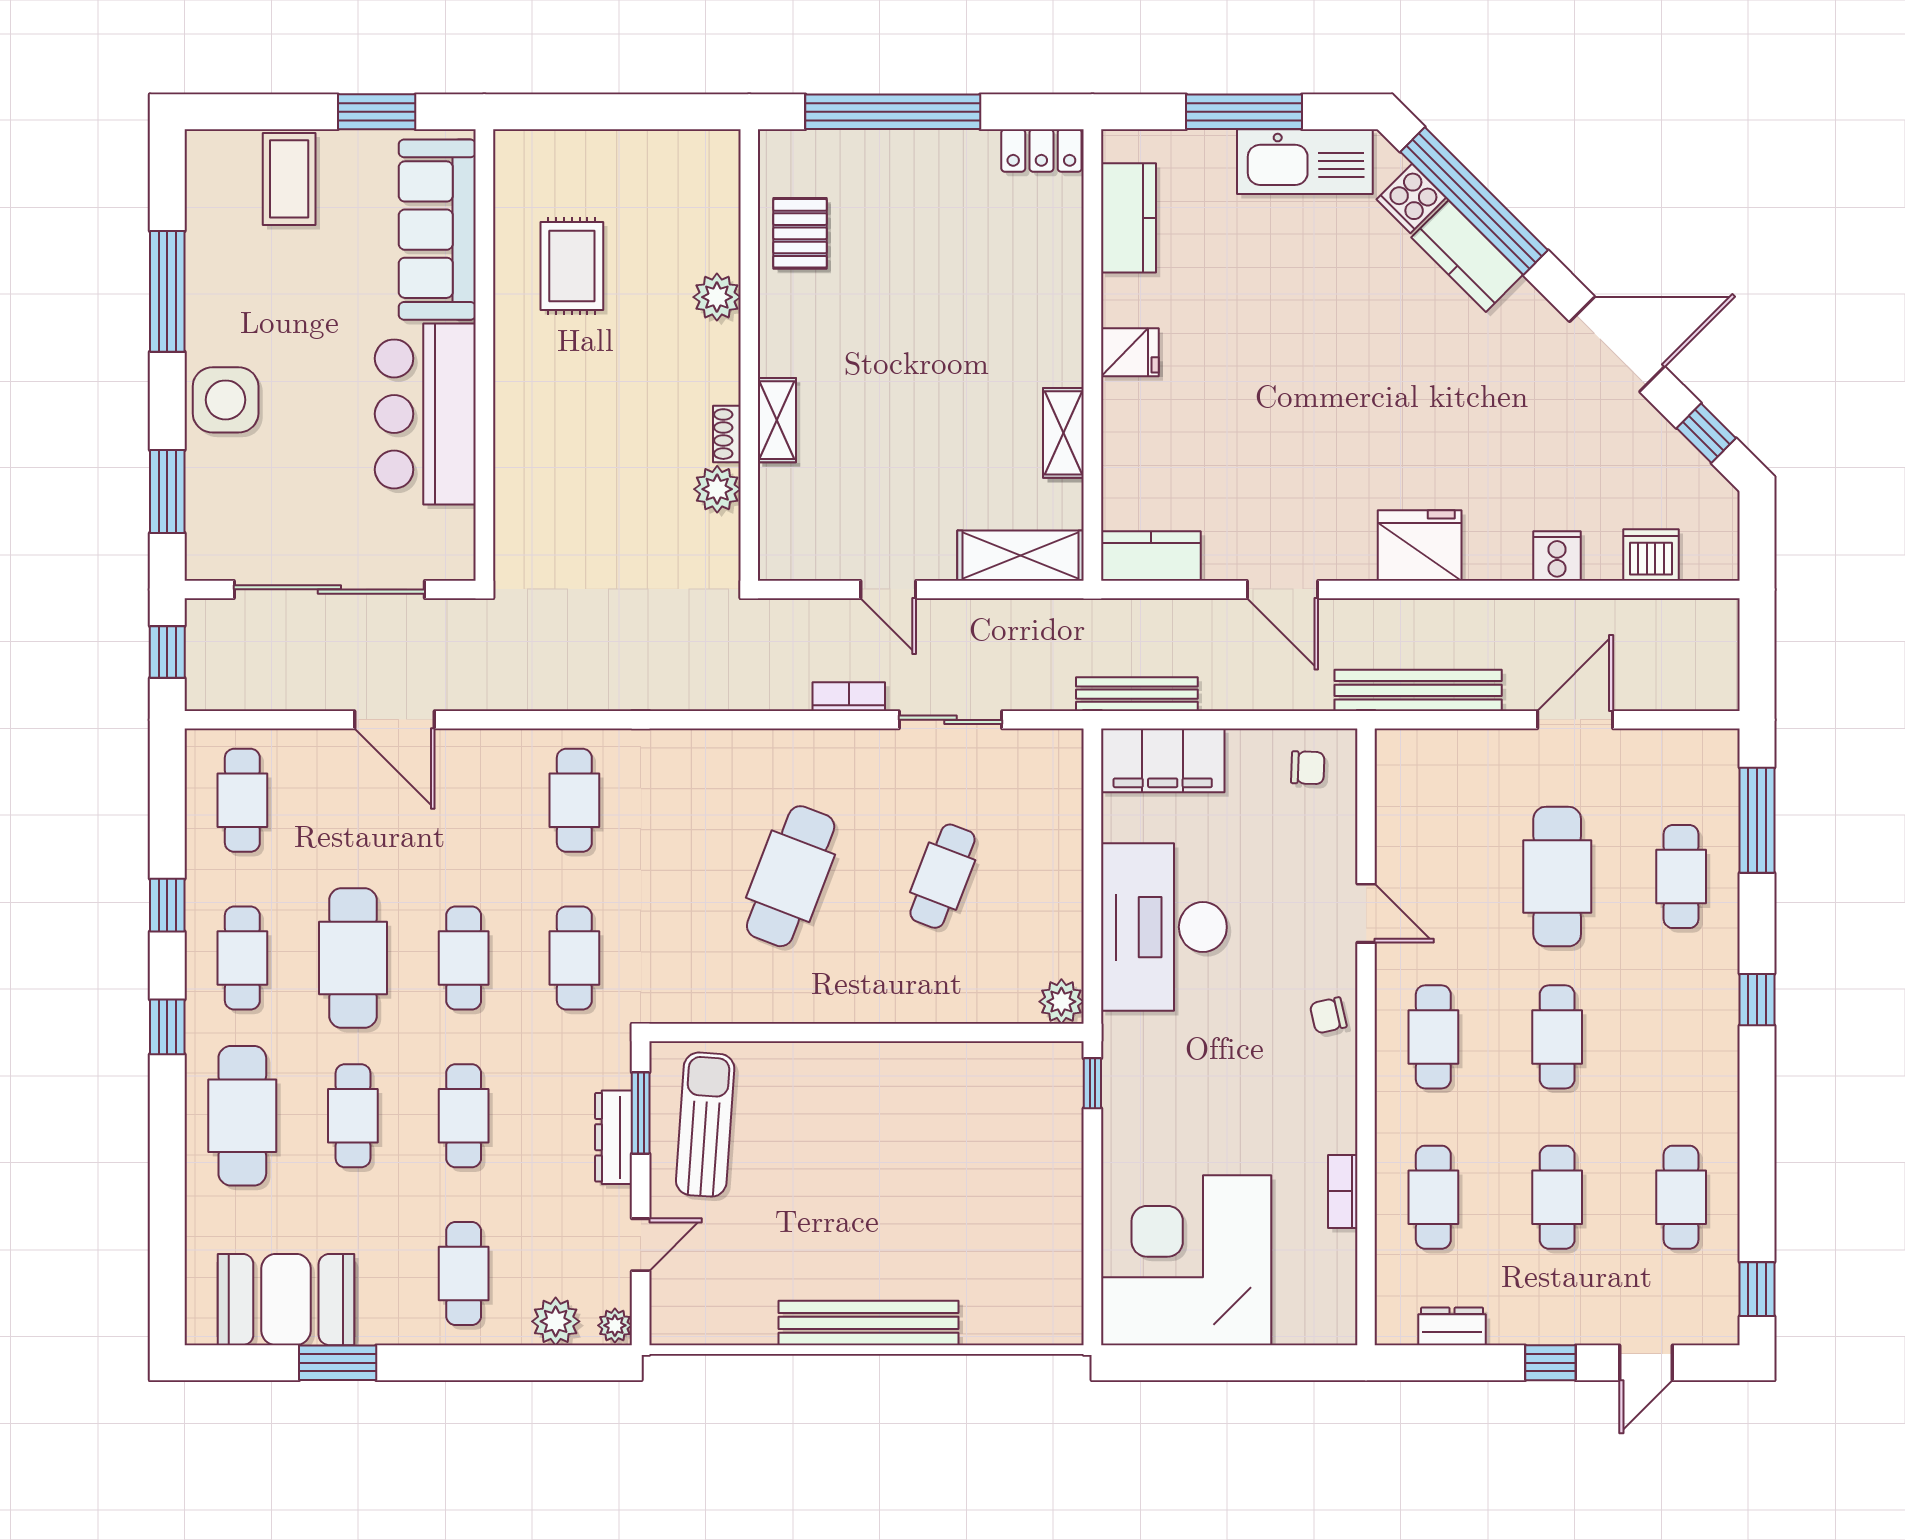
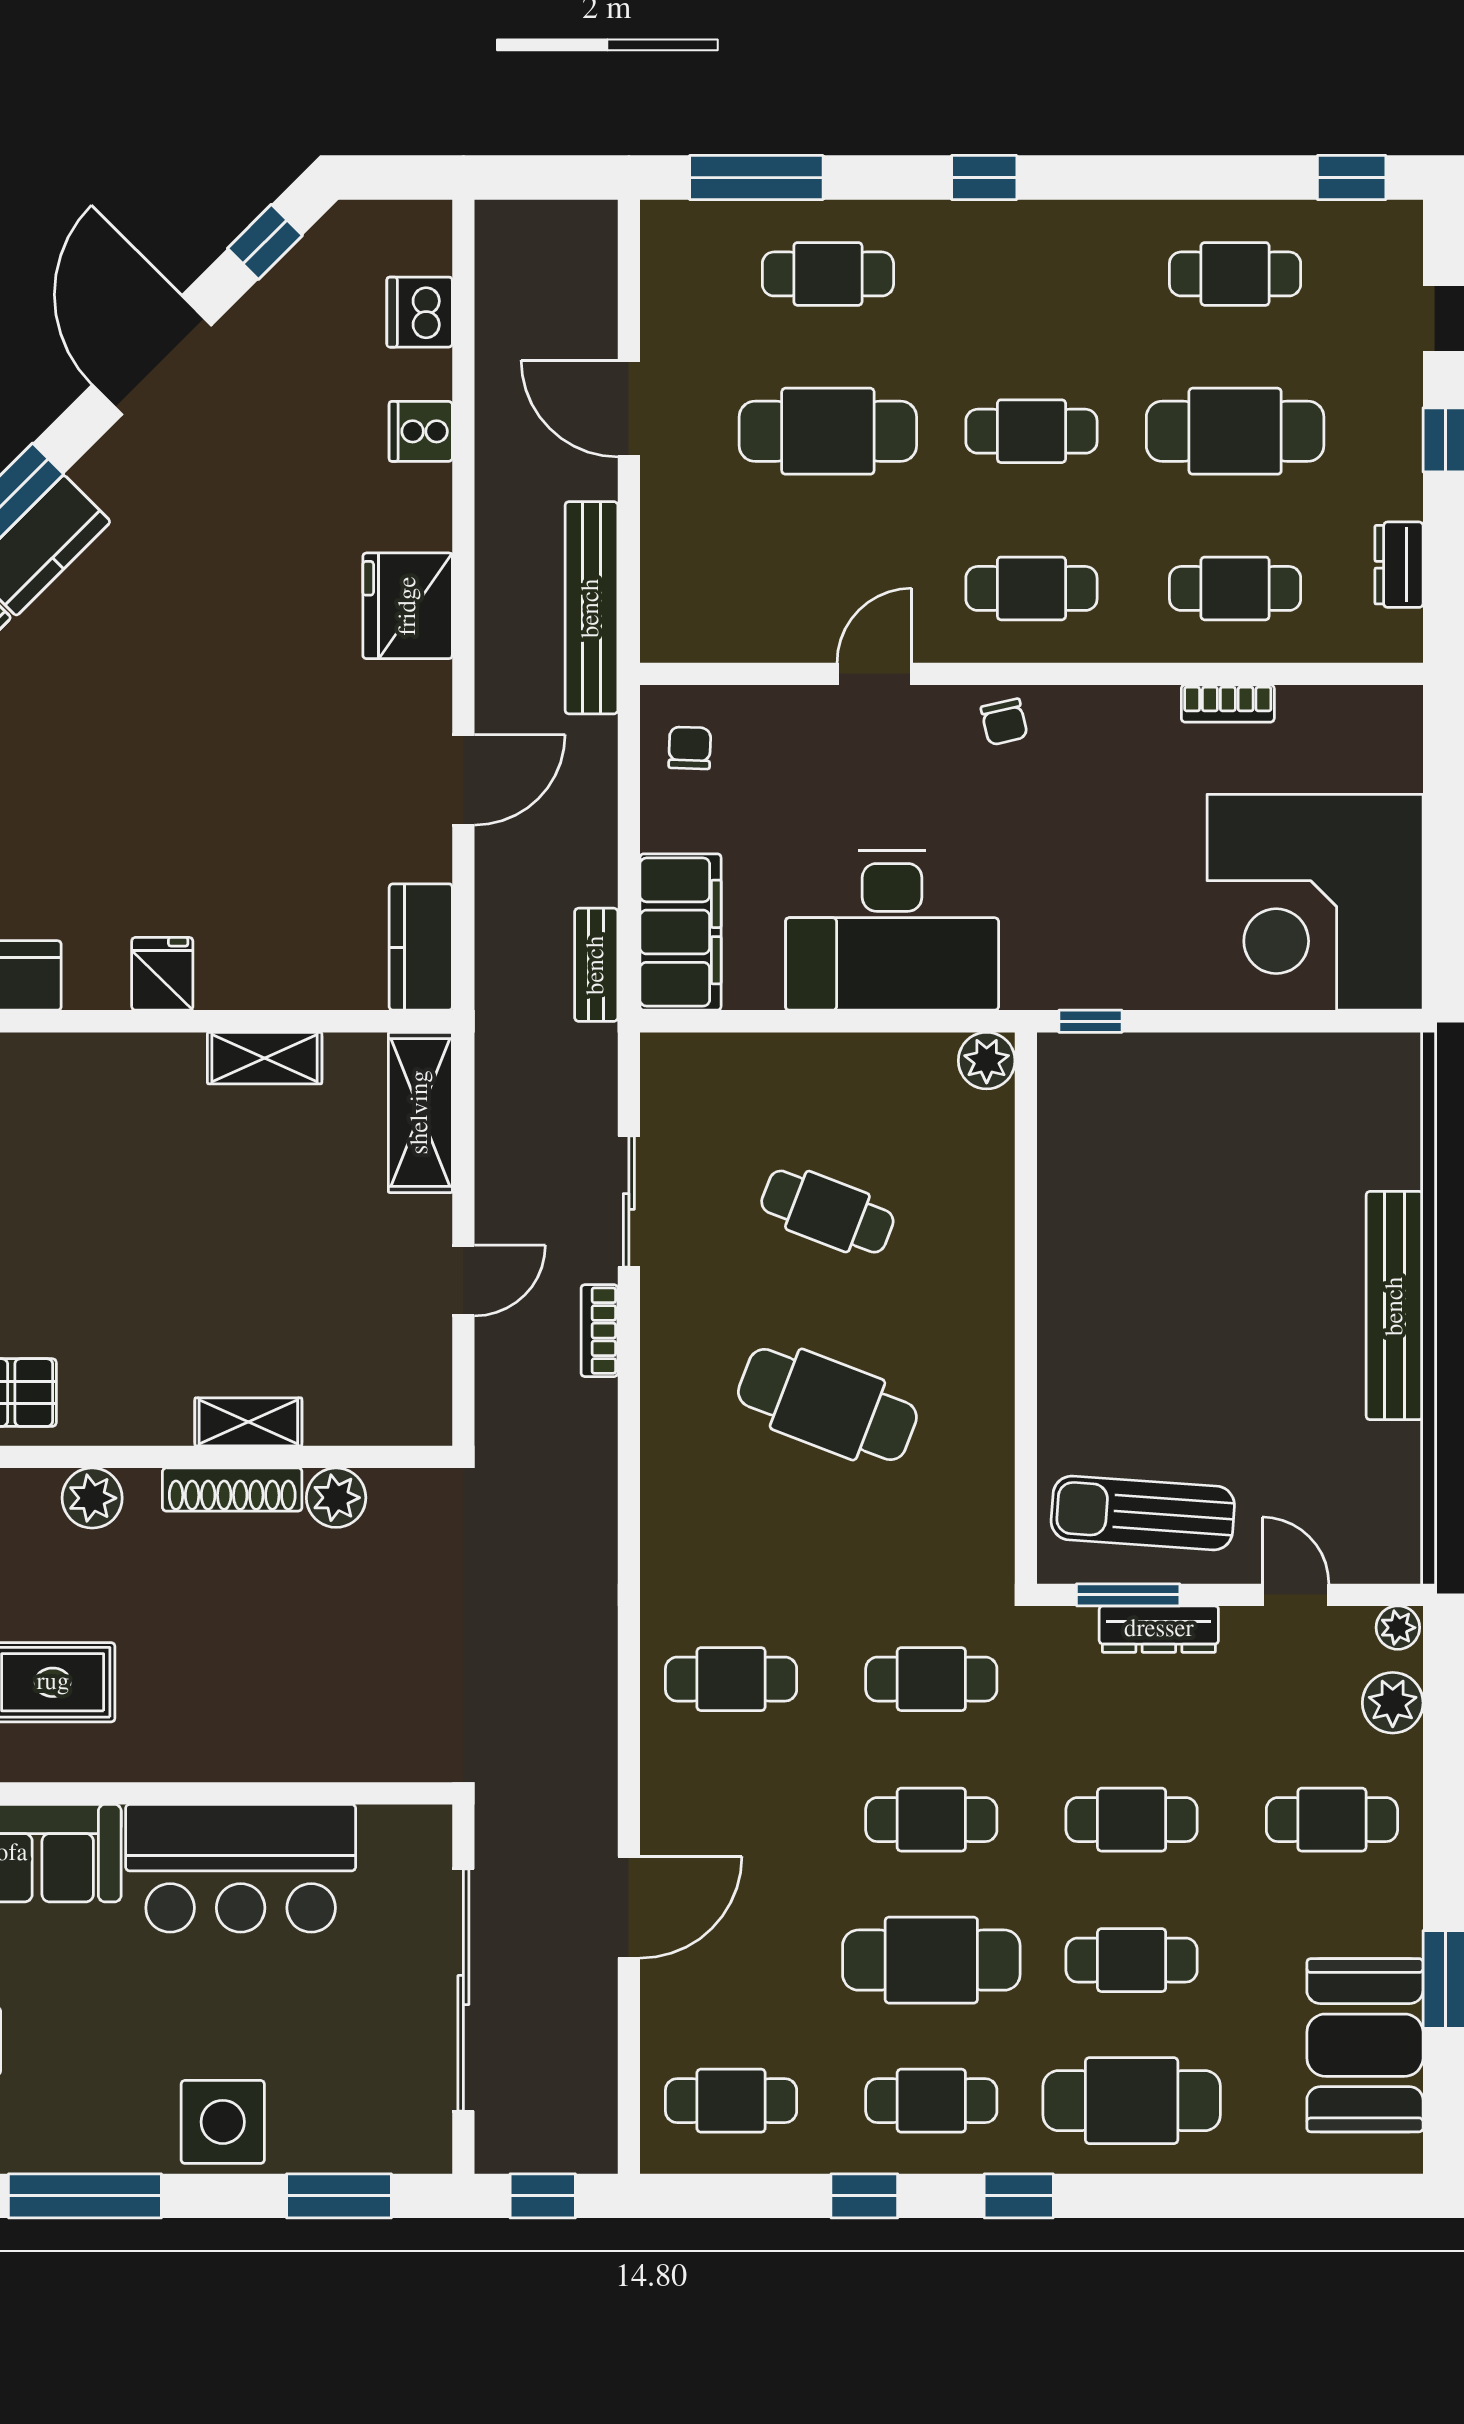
shoe rack: (727, 434) -> (232, 1490), width x1.94, depth x1.24
bench: (1137, 694) -> (596, 965), width x0.73
cafe table: (1557, 1197) -> (1235, 431), width x1.37, depth x1.35

